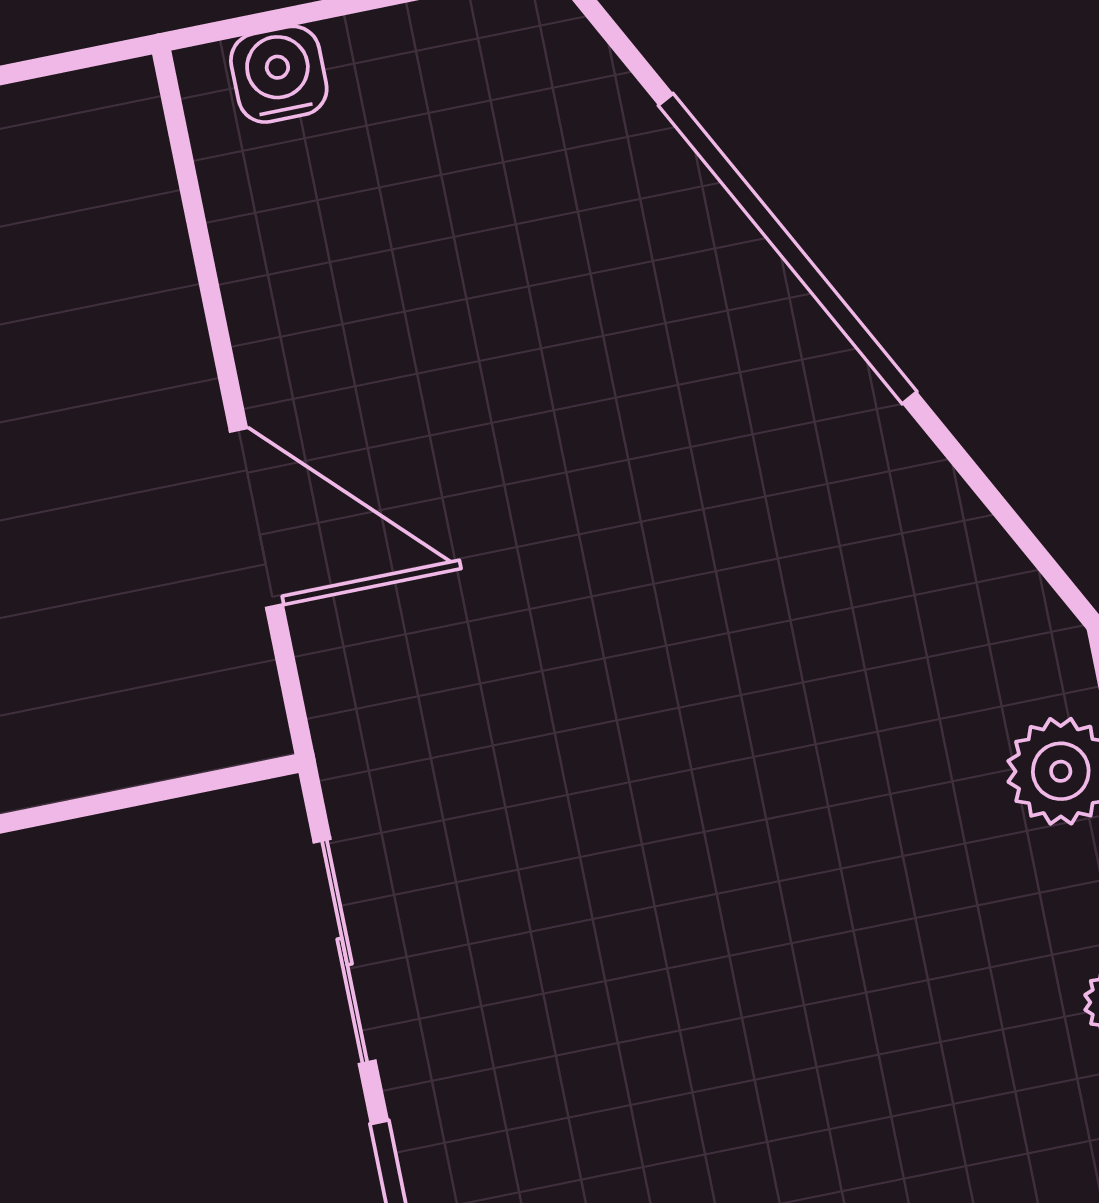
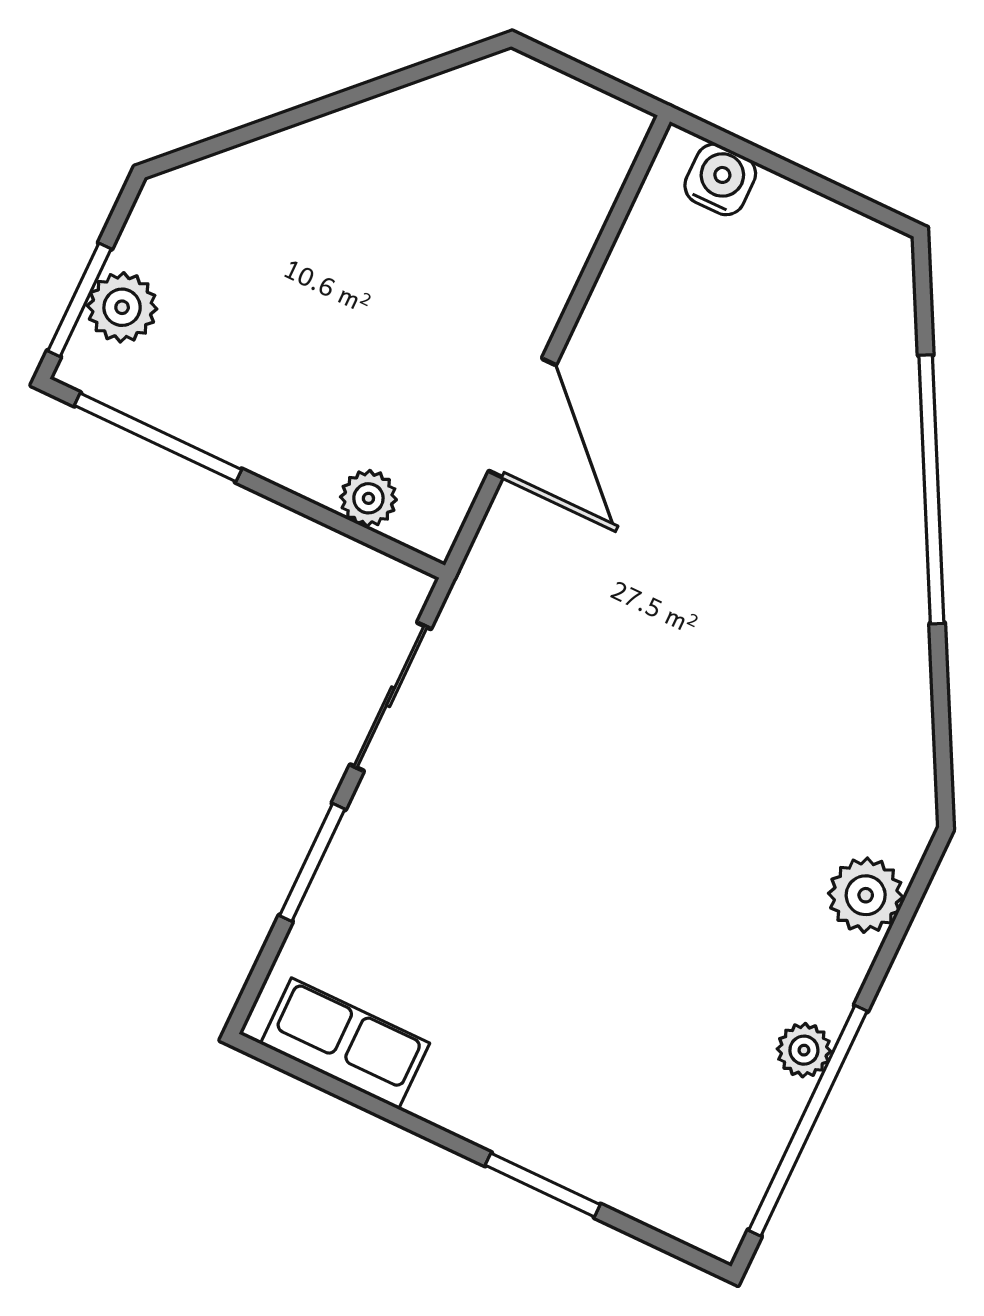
plant: (149, 743) -> (368, 498), added

